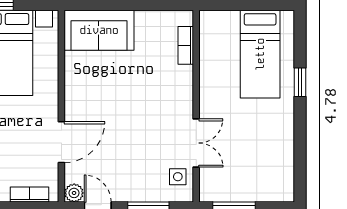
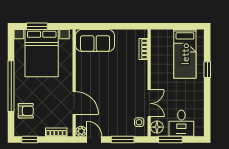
door: (61, 142) -> (74, 103), hinge flipped
desk: (254, 179) -> (181, 123), added
floor lamp: (210, 185) -> (157, 127), added

